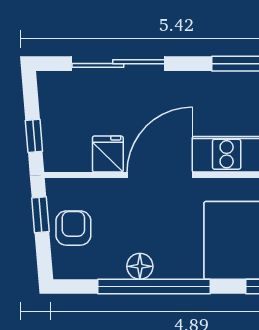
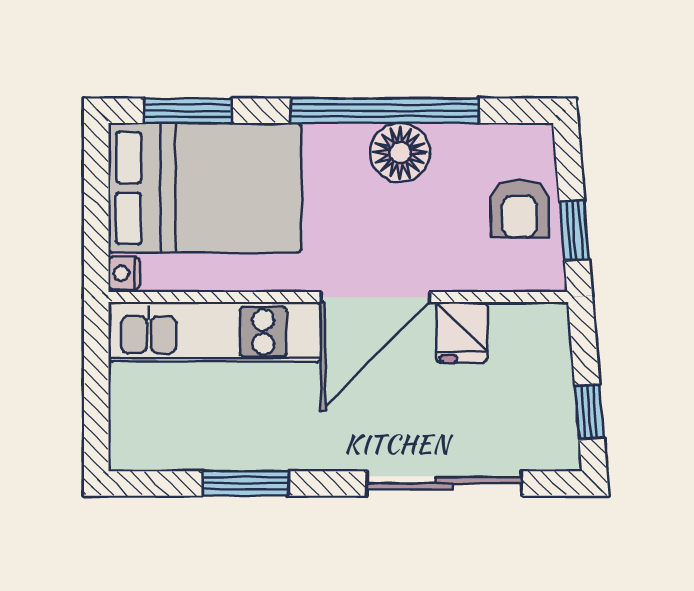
window: (34, 136) -> (589, 412), moved
floor lamp: (140, 266) -> (400, 153), width x1.38, depth x1.38

